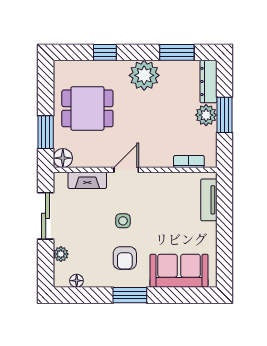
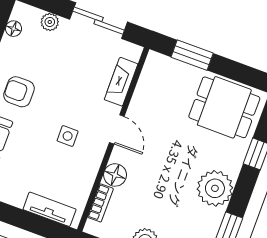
dining table: (87, 108) -> (224, 107), moved, turned 90
floor lamp: (63, 158) -> (115, 175), moved
side table: (123, 221) -> (68, 136), moved

